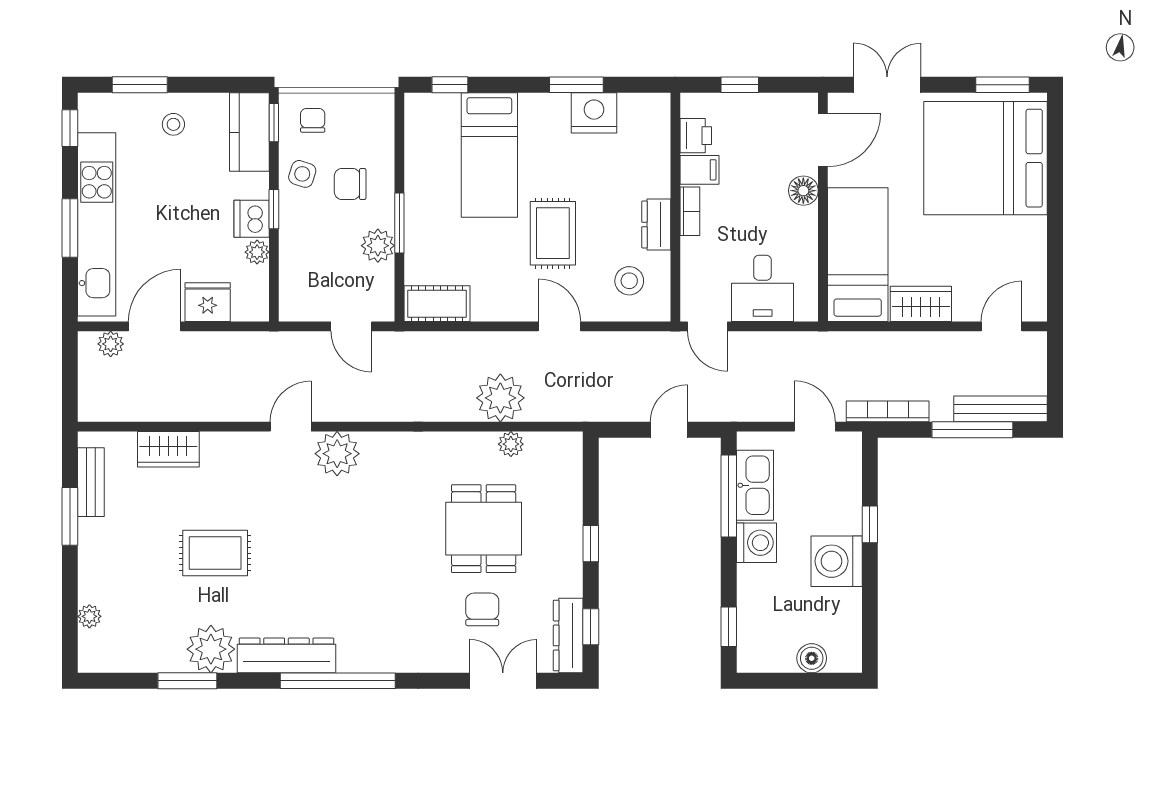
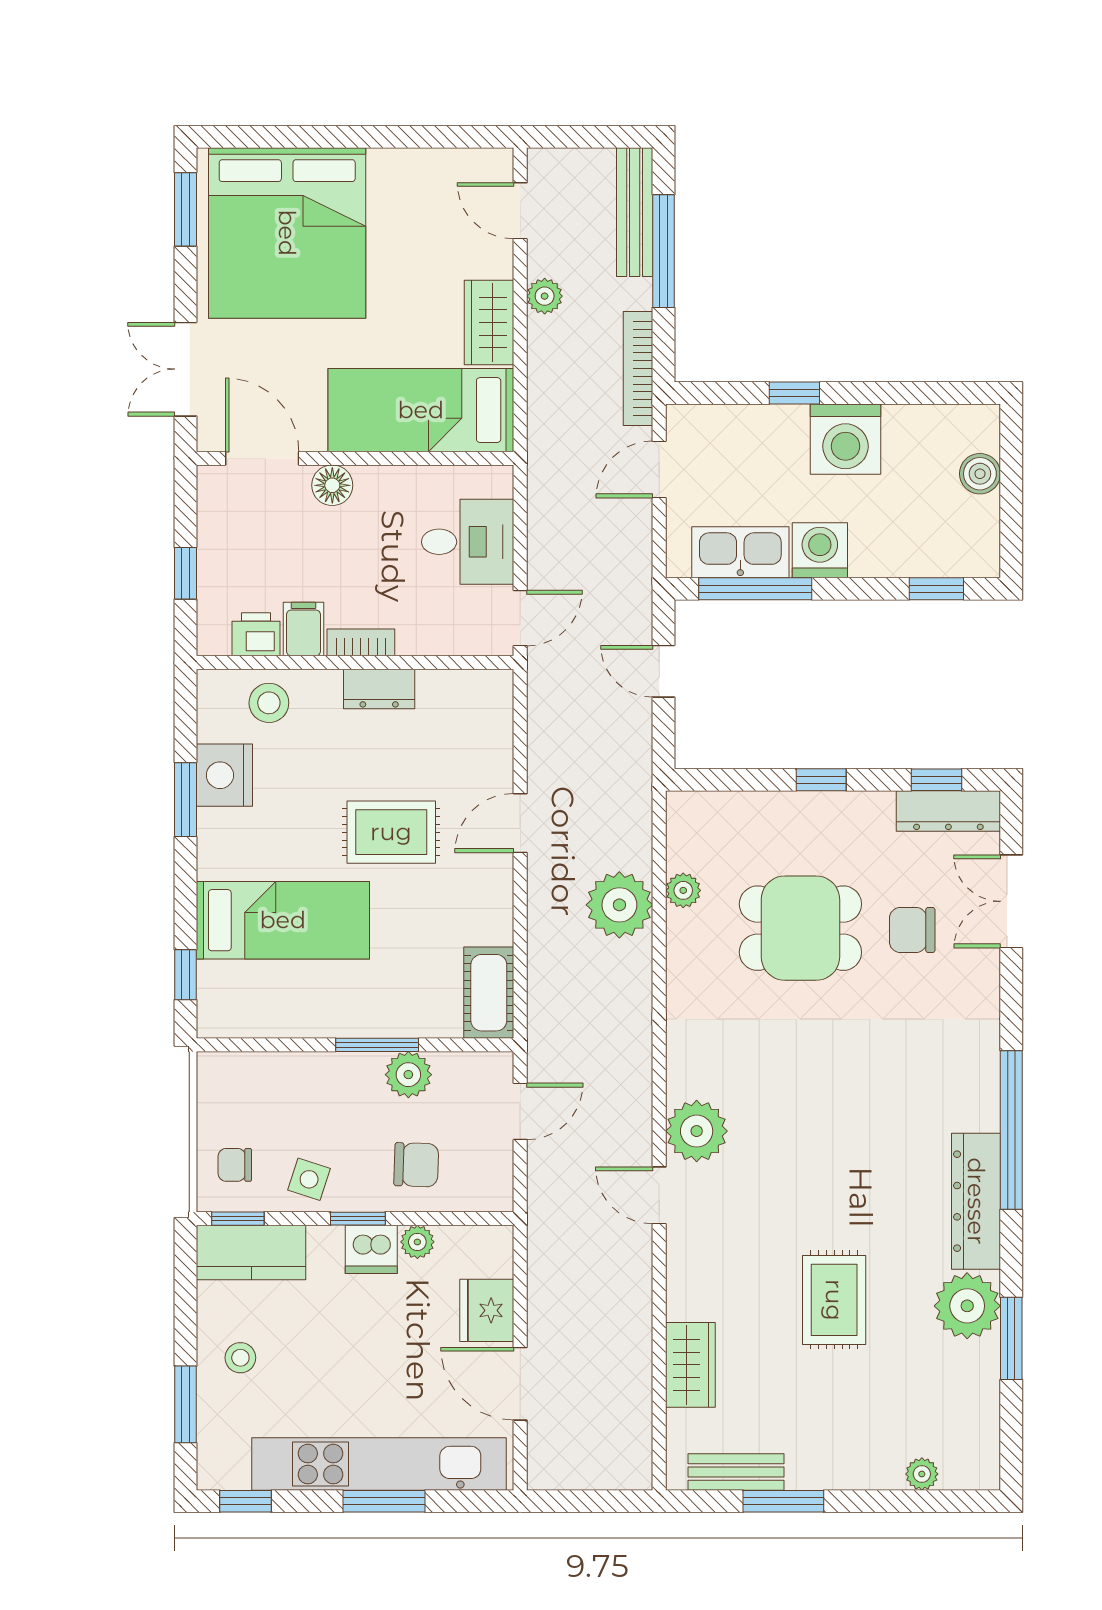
chair: (350, 184) -> (416, 1165), moved, turned -88
stool: (629, 281) -> (269, 703), moved
plant: (111, 344) -> (545, 296), moved

